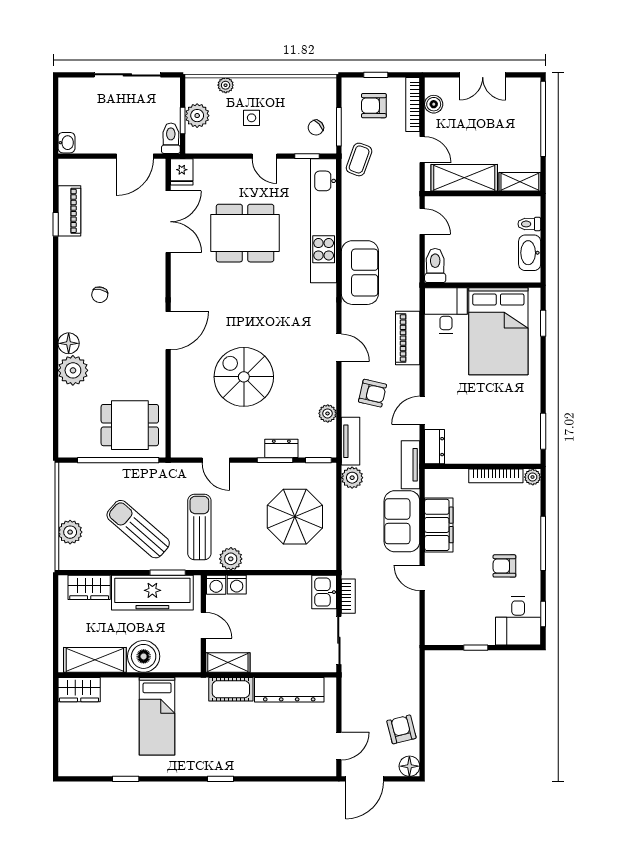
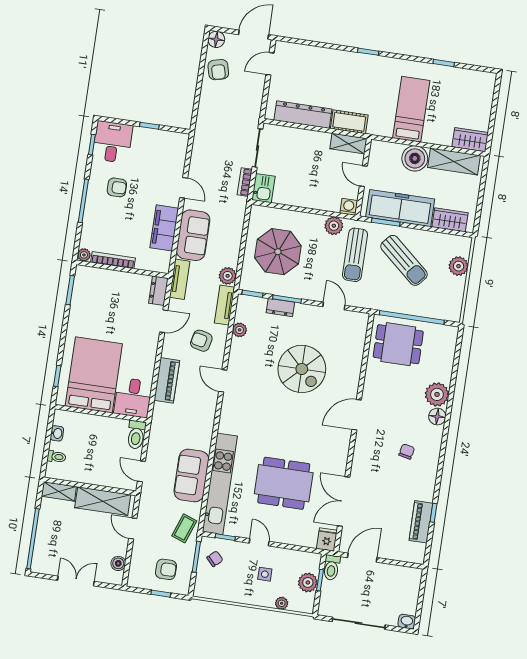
bookcase: (413, 104) -> (135, 566), removed
washbasin: (66, 143) -> (407, 622), moved, turned 90
washbasin: (530, 253) -> (57, 433), width x0.52, depth x0.69
sofa: (360, 273) -> (191, 476), moved
washing machine: (237, 585) -> (332, 204), removed

